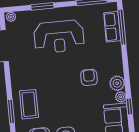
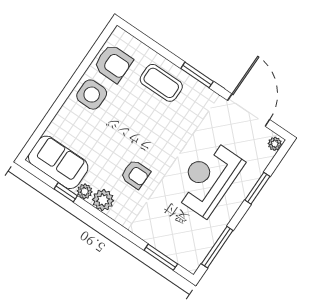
row of seats: (112, 27) -> (170, 247), removed
window: (122, 27) -> (161, 257), width x0.69
window: (11, 111) -> (197, 75), moved

